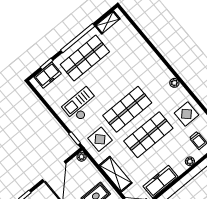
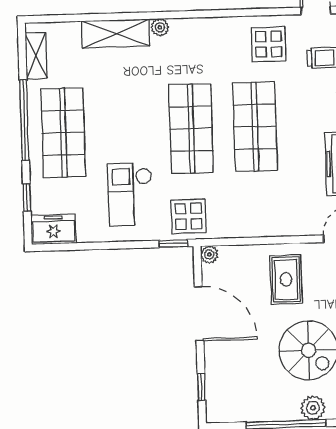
freezer: (48, 75) -> (54, 229), moved, turned -90
plant: (174, 83) -> (160, 27), moved
display table: (100, 139) -> (188, 216), moved
shelving: (116, 174) -> (116, 34), moved

